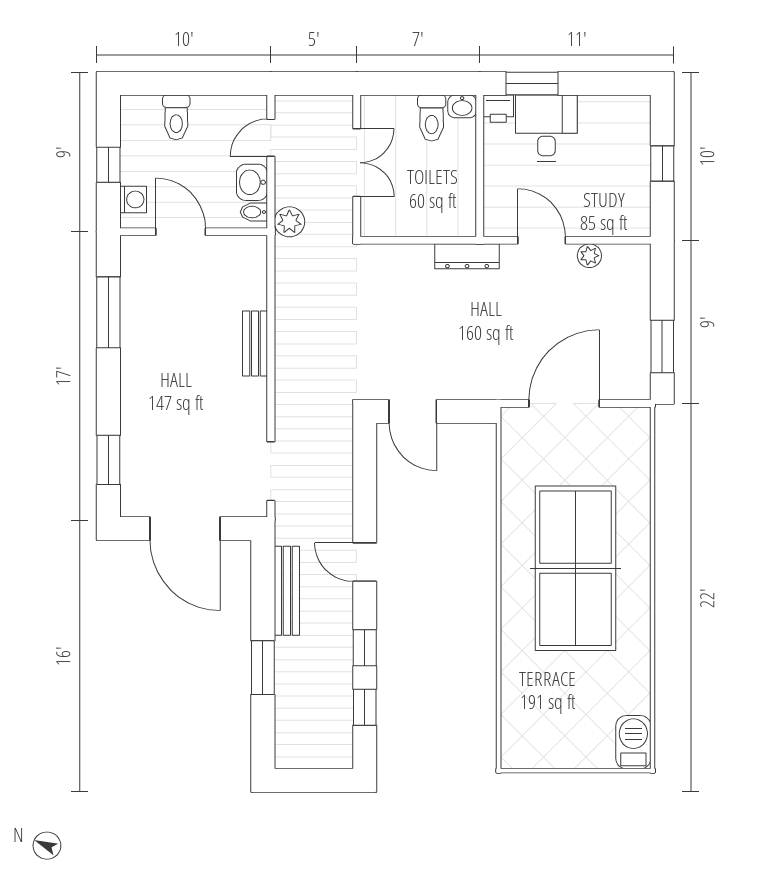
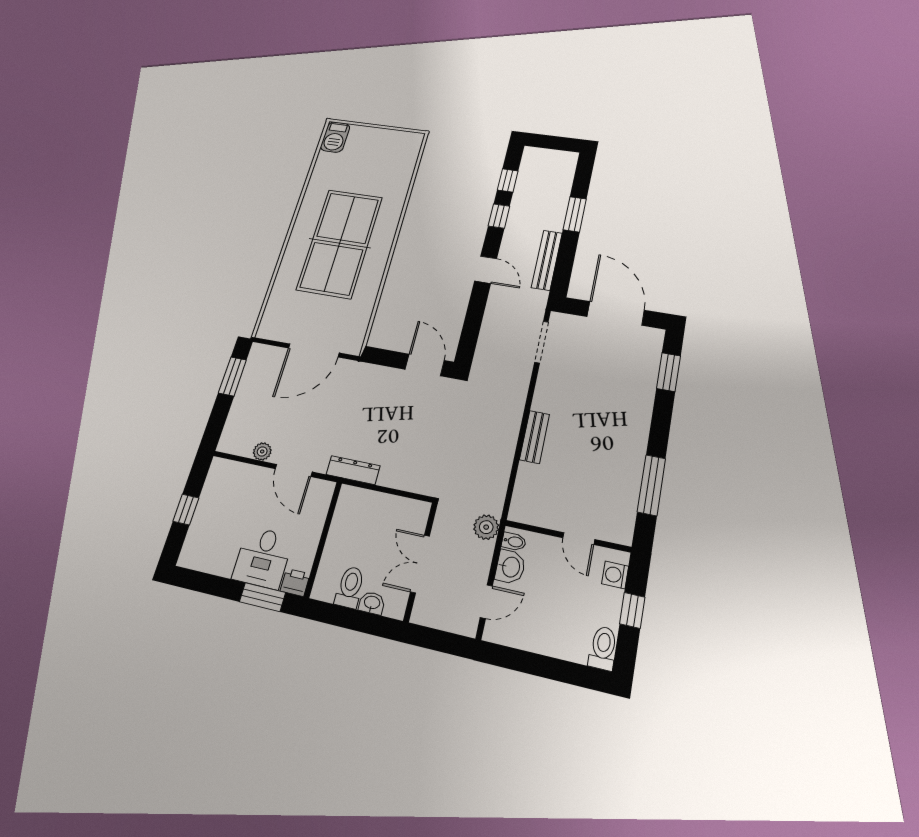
washbasin: (462, 106) -> (372, 603), moved
toilet: (176, 117) -> (603, 648), moved
door: (181, 232) -> (579, 539), width x0.73

